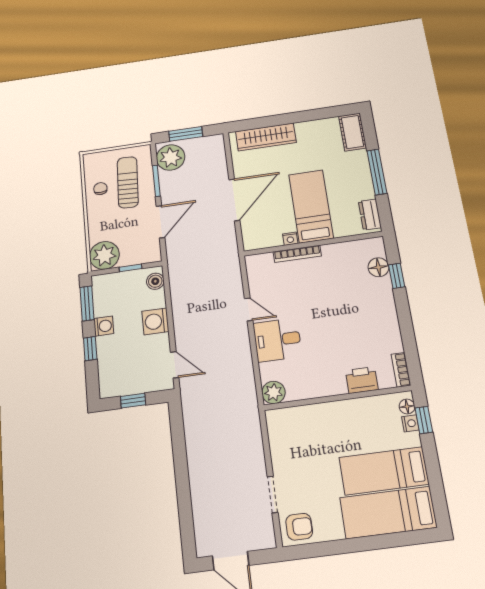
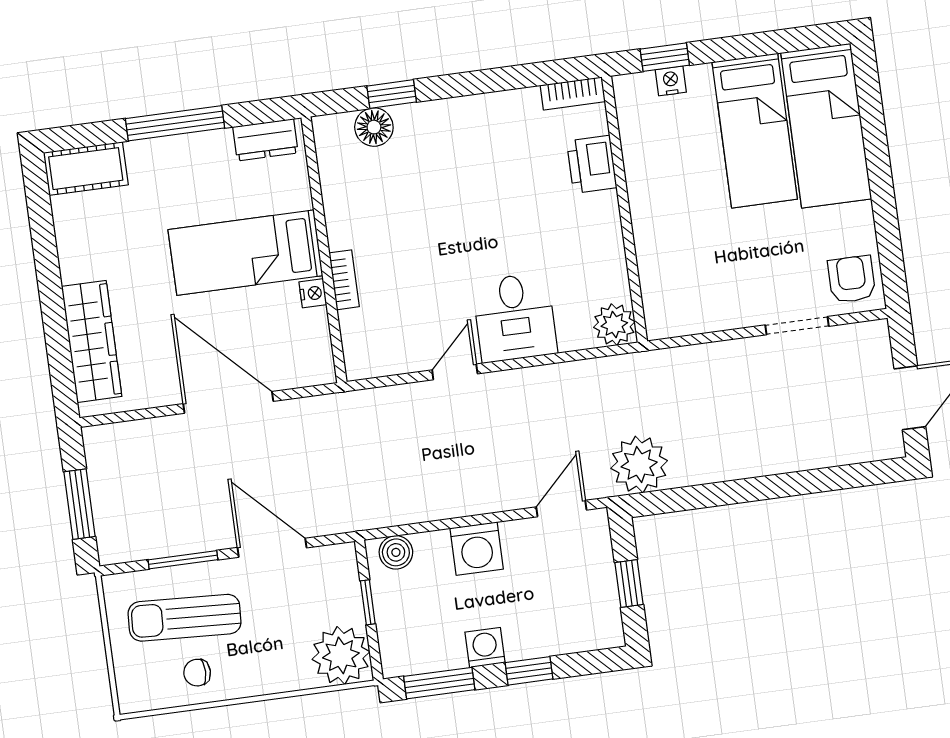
plant: (171, 157) -> (639, 465), moved
bookcase: (297, 254) -> (344, 280), width x0.64
floor lamp: (407, 406) -> (640, 85), removed

